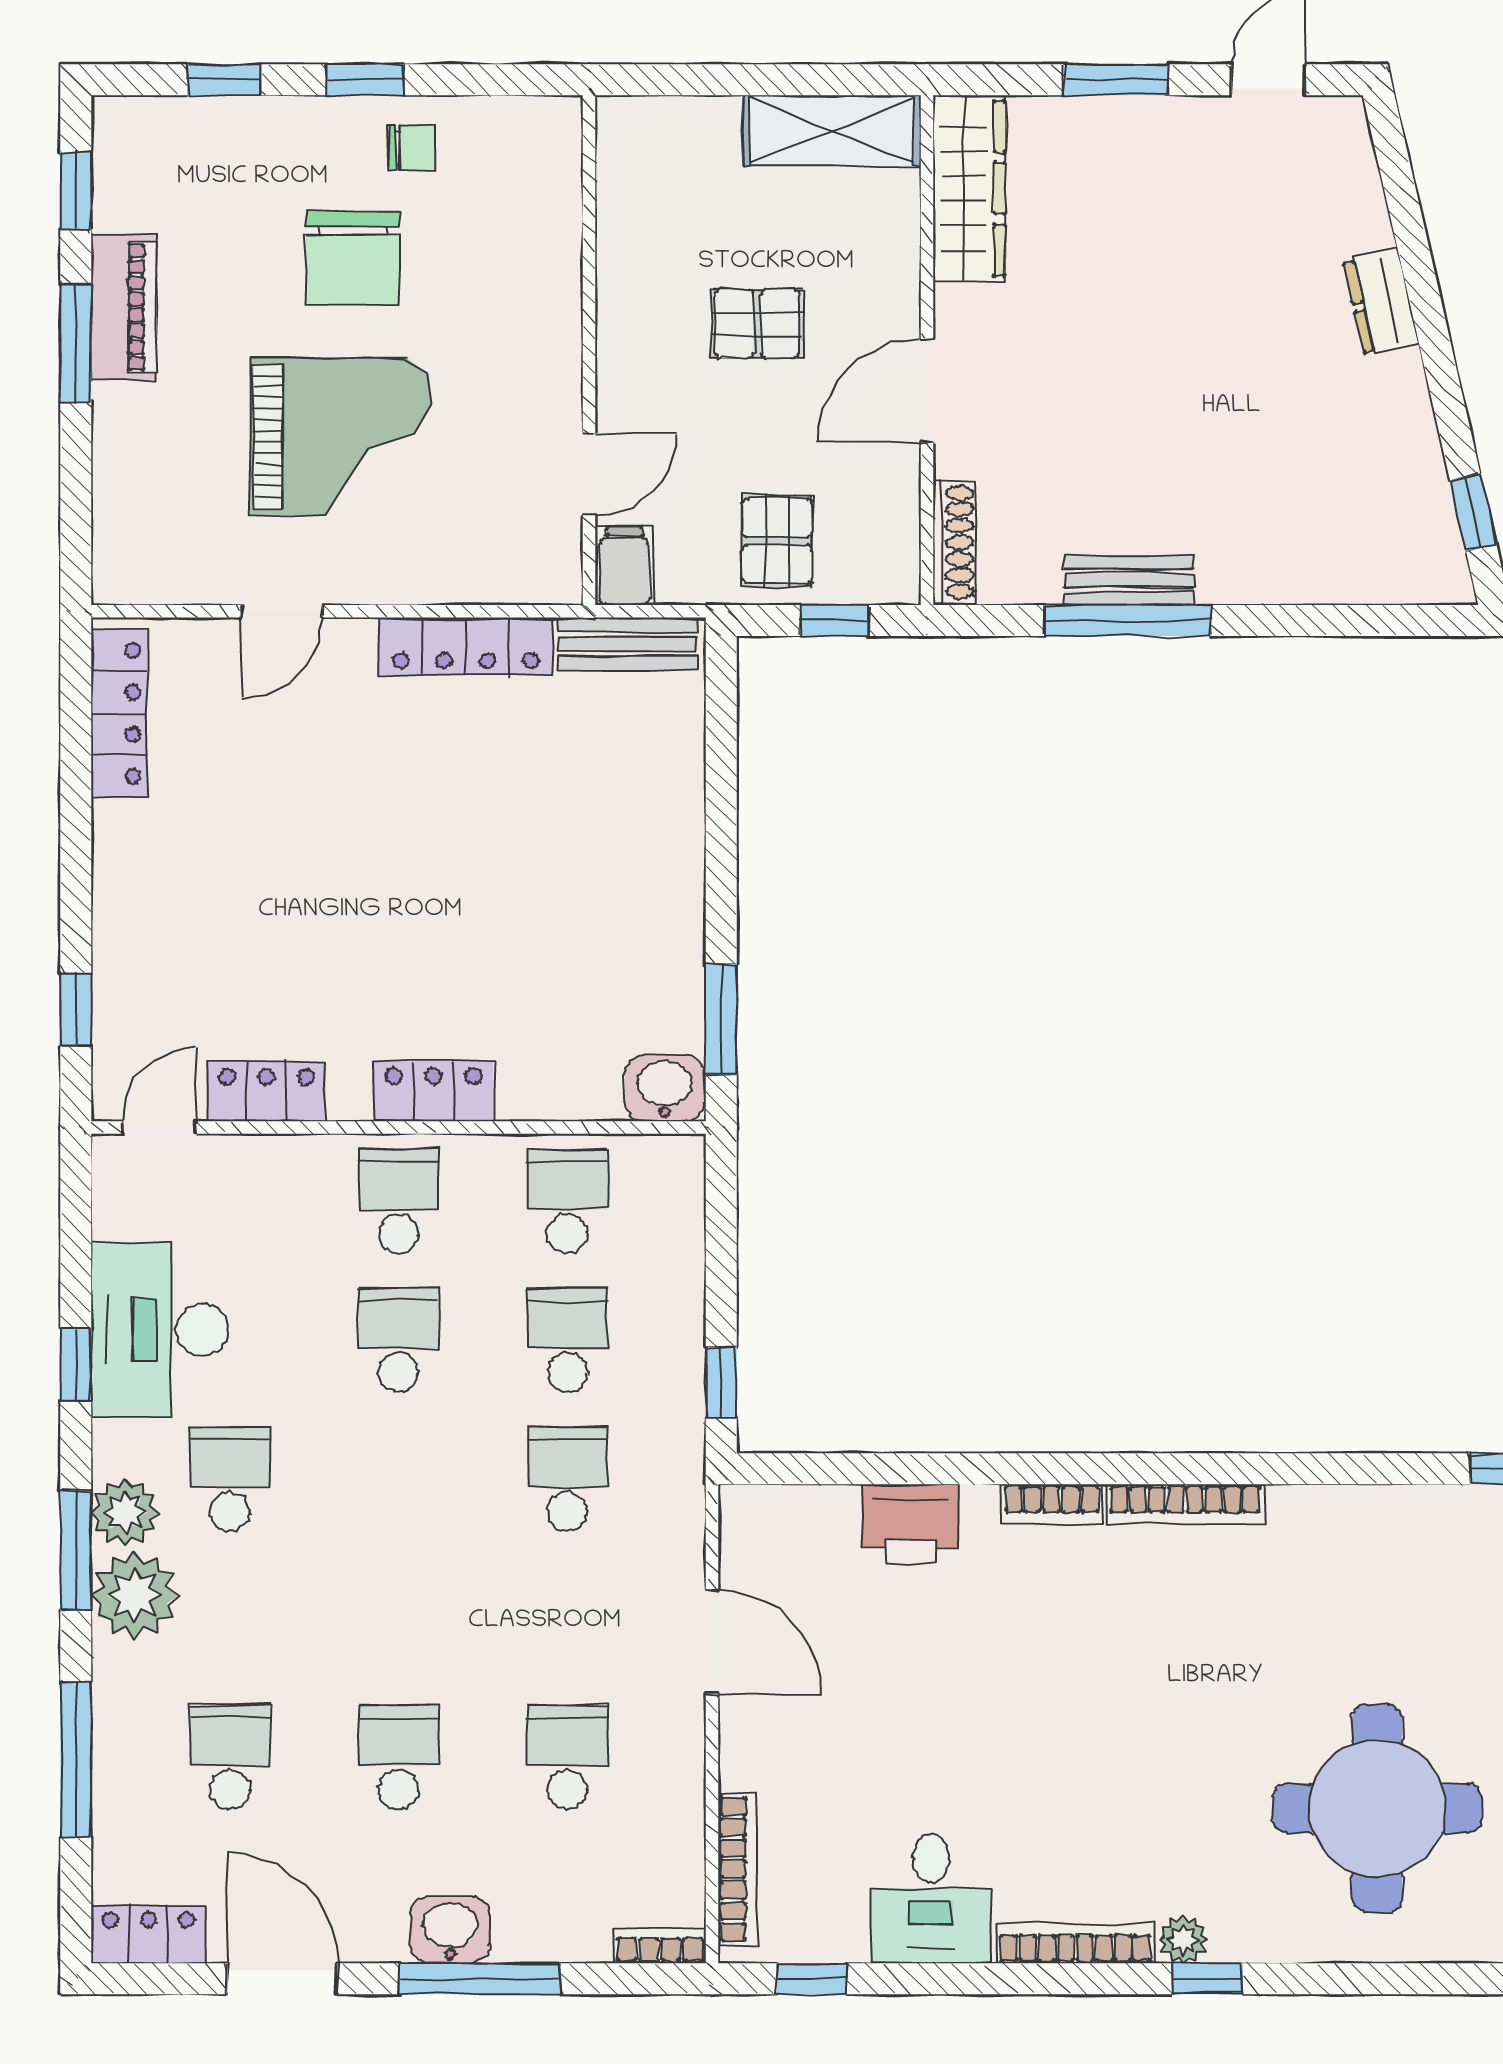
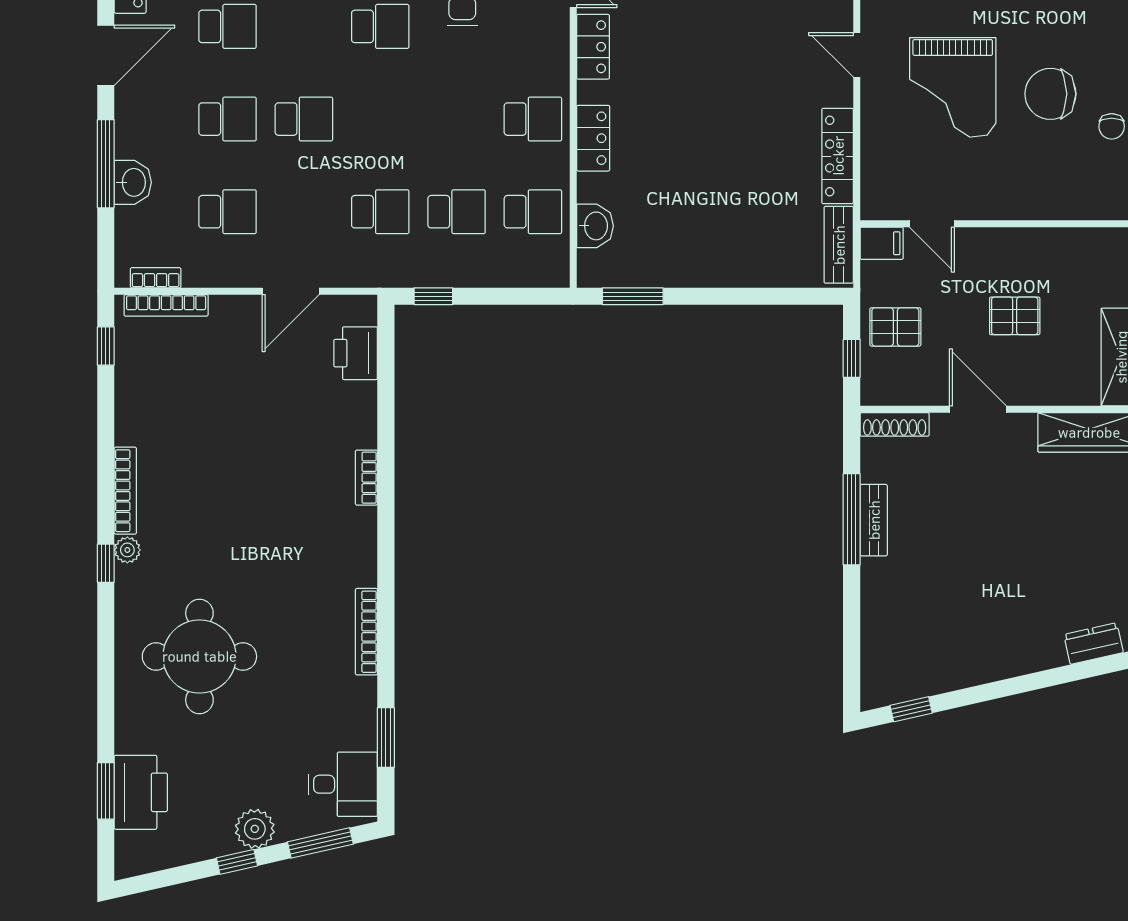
dresser: (1381, 302) -> (1094, 644), moved
pallet: (757, 324) -> (1015, 316), turned 90
washbasin: (665, 1088) -> (595, 226), moved
school desk: (398, 1340) -> (304, 119), moved
bookcase: (1185, 1504) -> (366, 632), moved
printer: (910, 1524) -> (356, 353), moved
desk: (931, 1899) -> (150, 411), removed
washbasin: (450, 1930) -> (133, 182), moved
bookcase: (660, 1945) -> (156, 278), moved, turned -90

